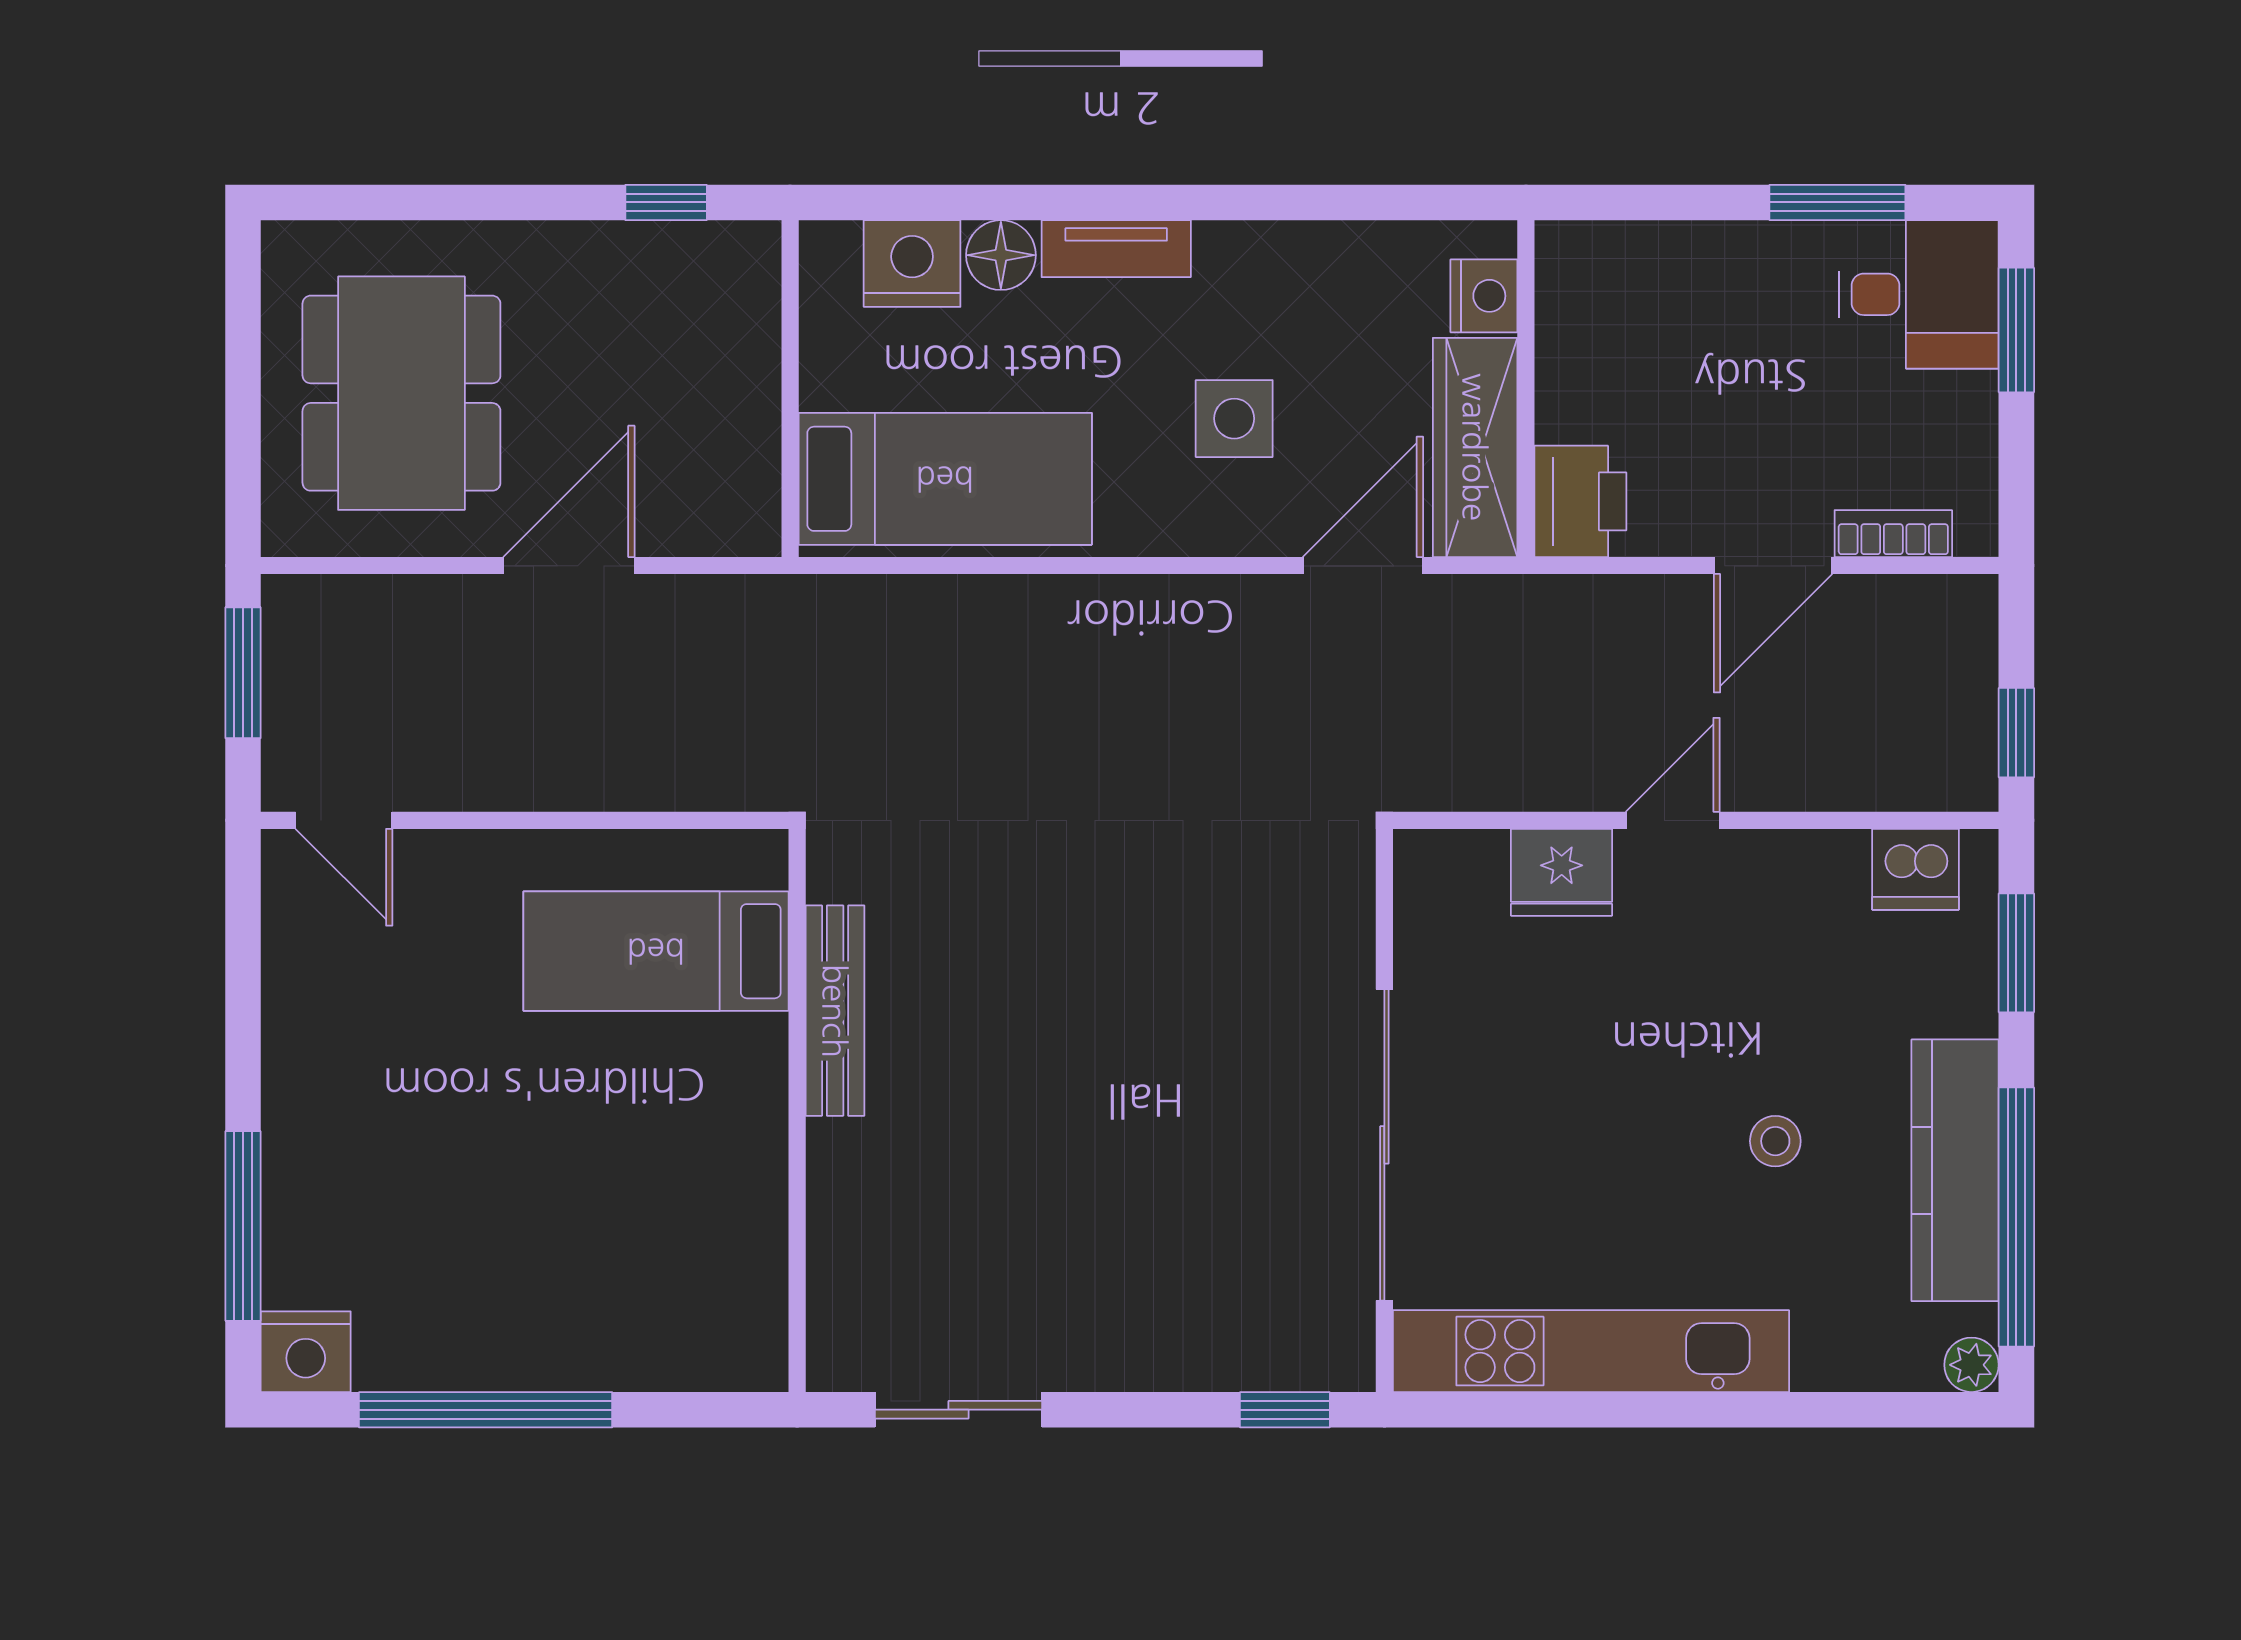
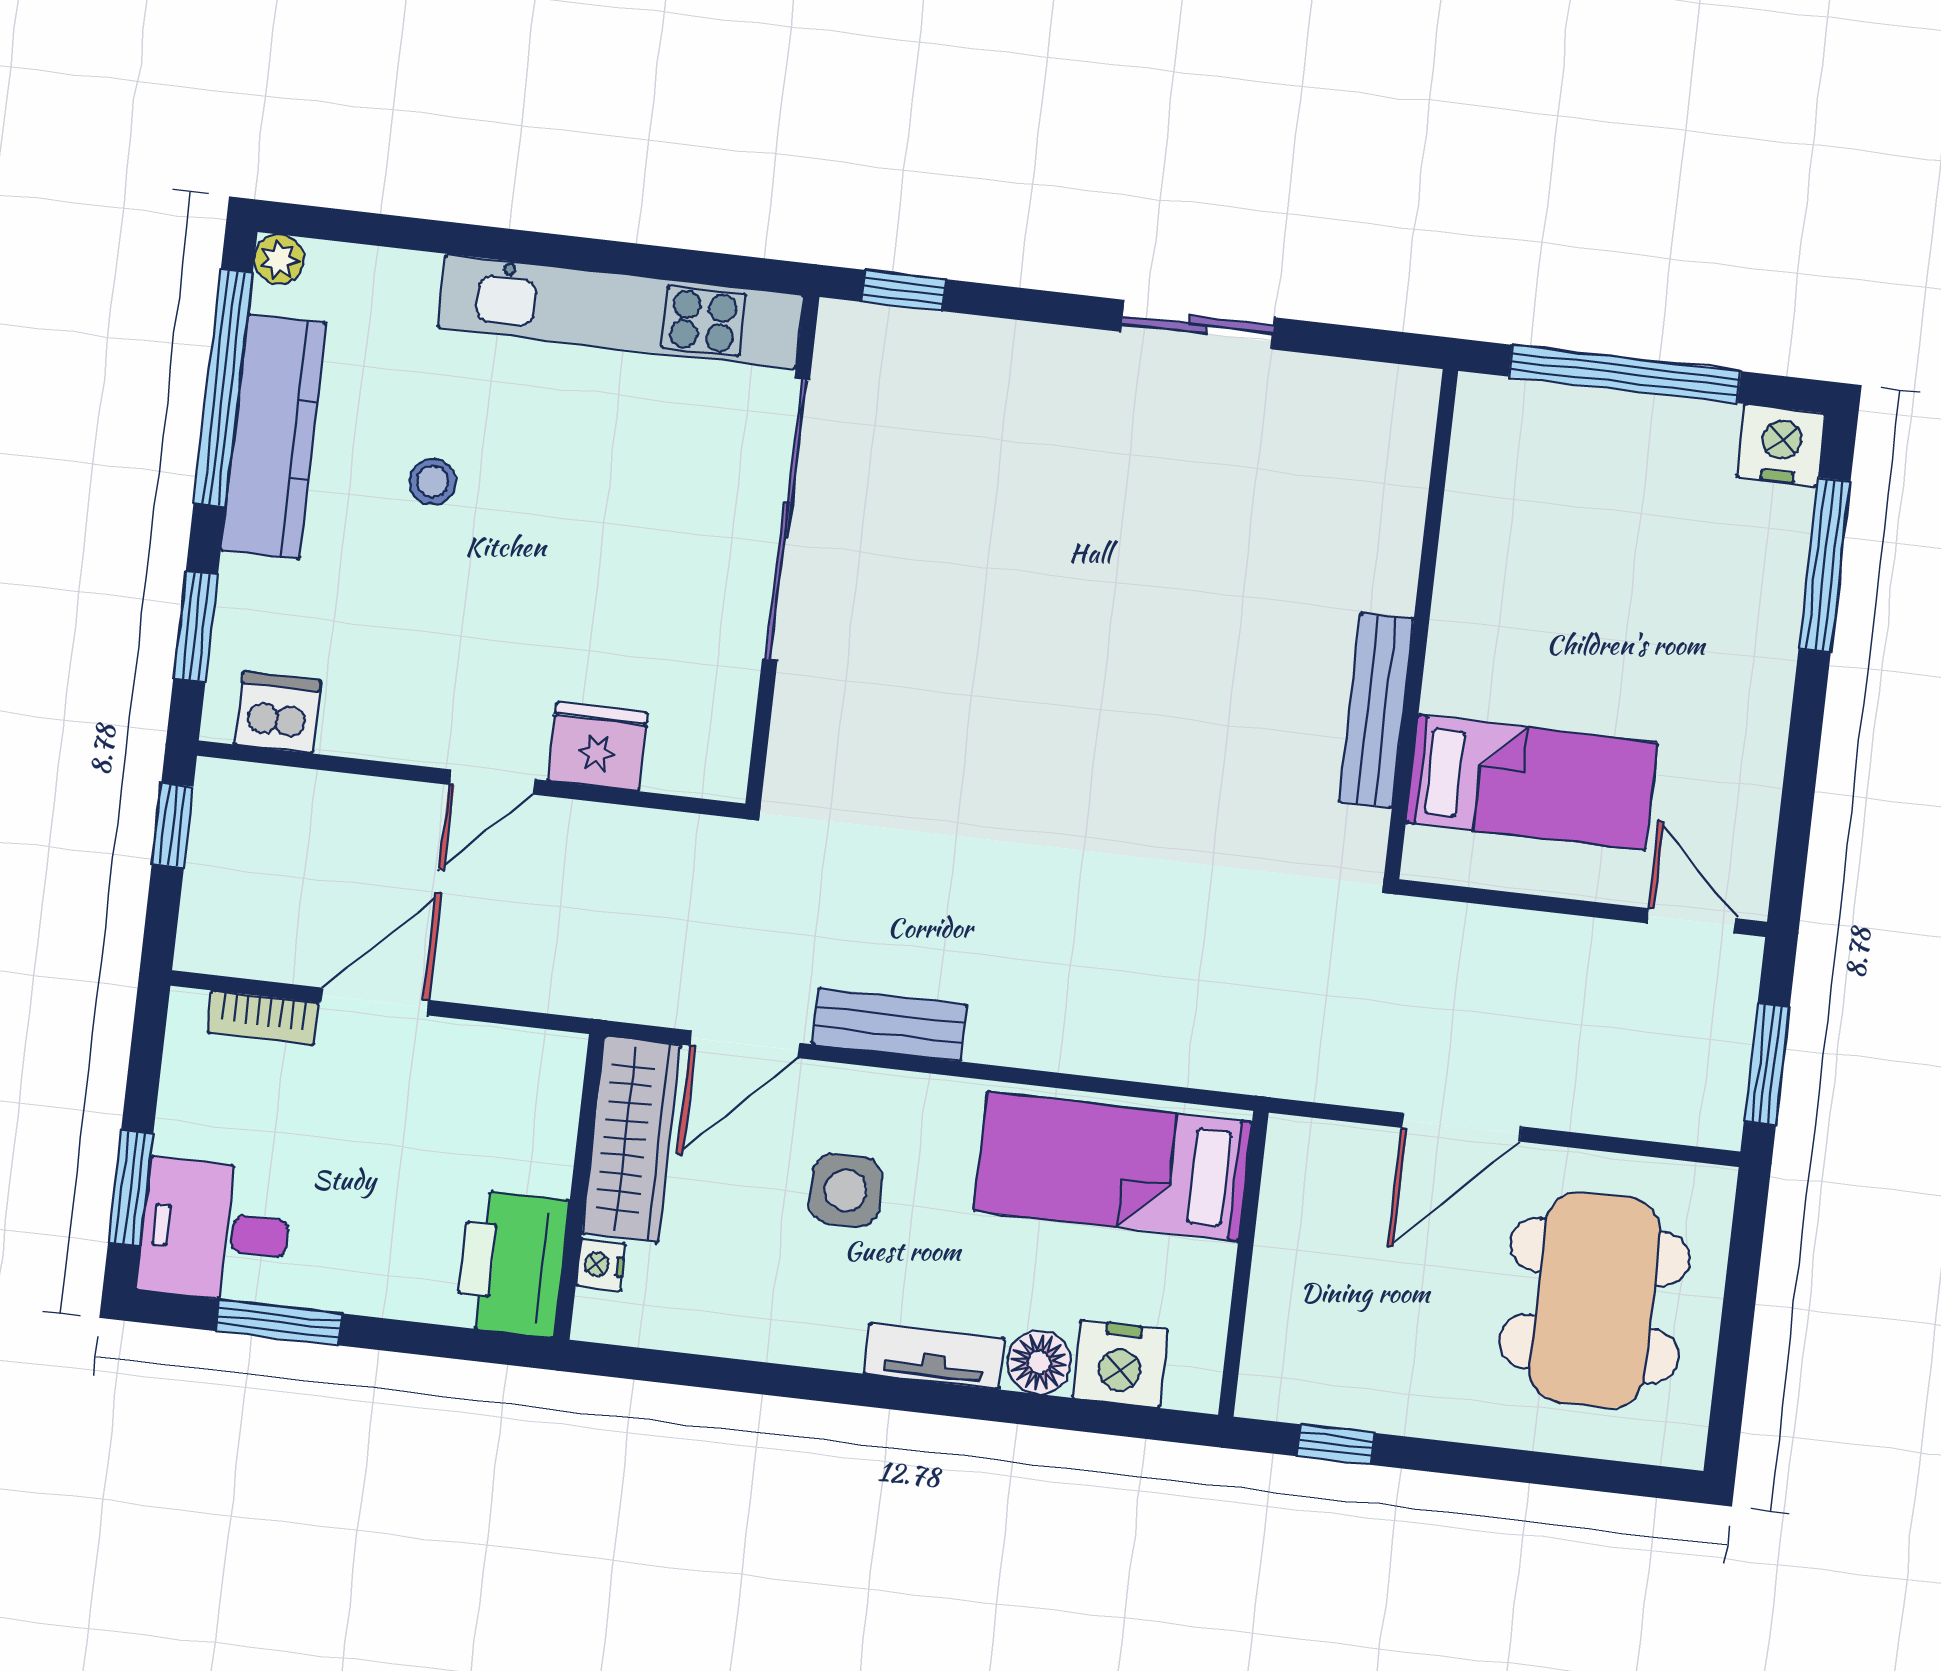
nightstand: (1484, 296) -> (601, 1265), width x0.72, depth x0.74
printer: (1580, 501) -> (512, 1263), moved, width x1.37, depth x1.19
bench: (1207, 605) -> (889, 1024), added
bed: (656, 951) -> (1532, 783), moved
bench: (835, 1011) -> (1376, 710), moved
wall: (797, 1110) -> (1421, 624), moved

